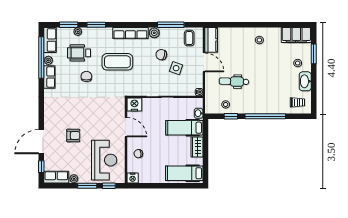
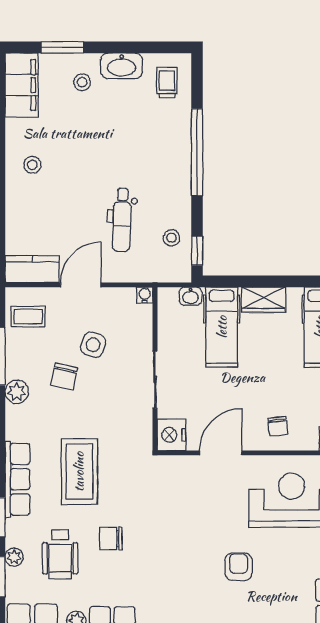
row of seats: (130, 33) -> (17, 479), moved
window: (231, 116) -> (197, 251), moved

